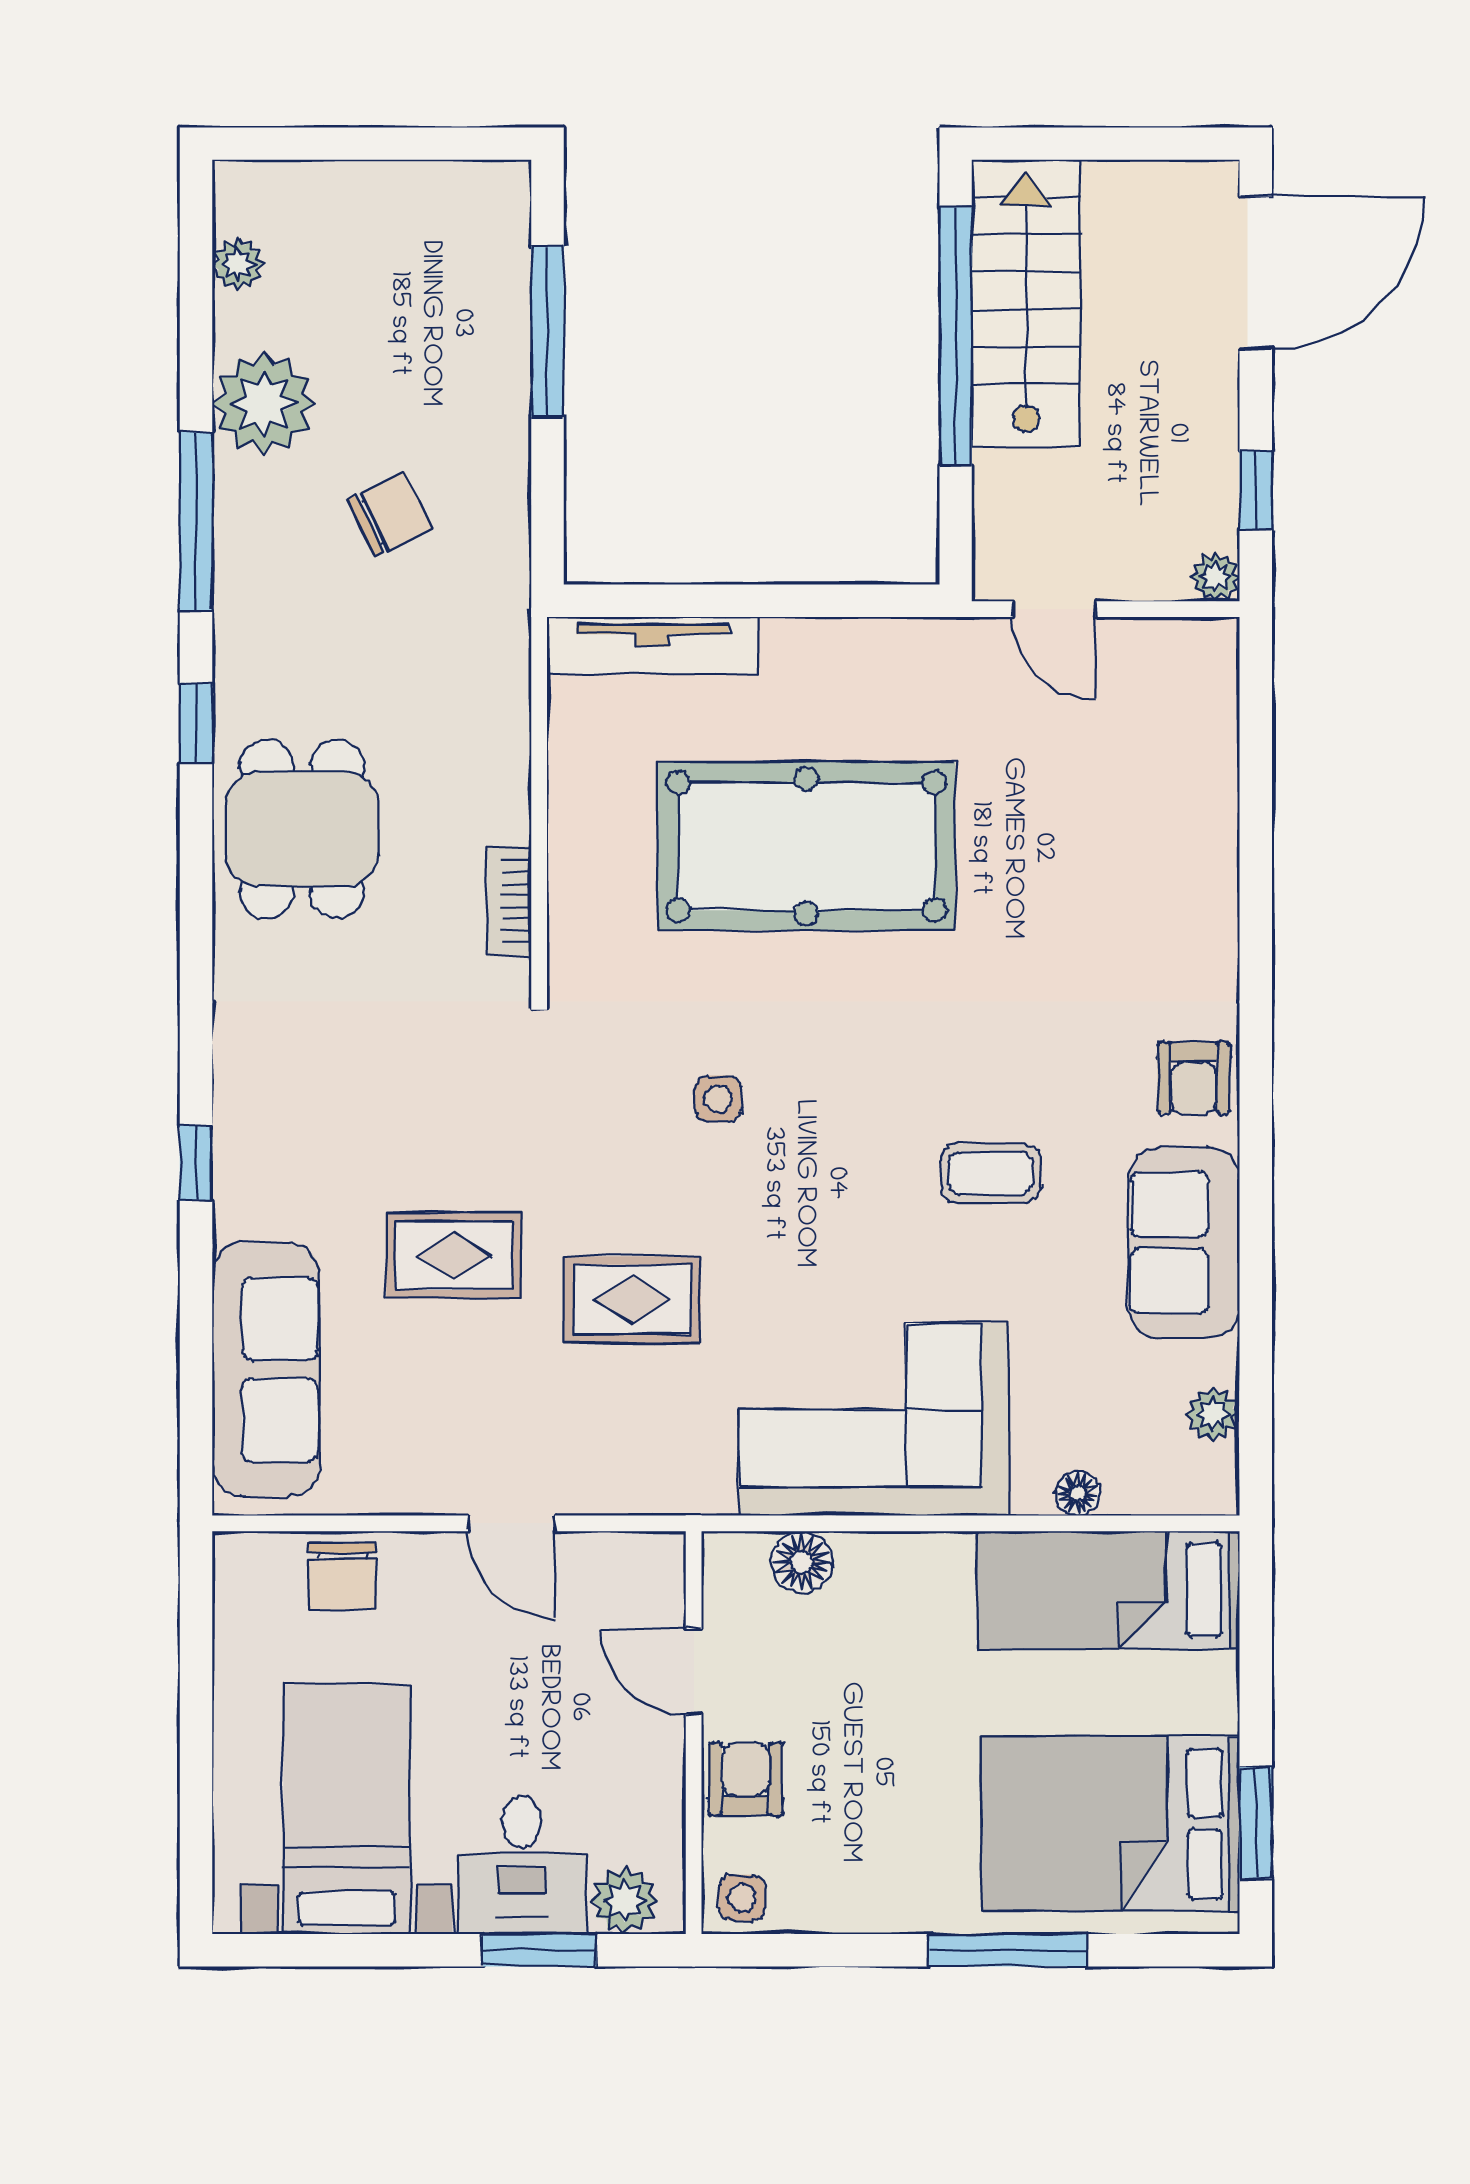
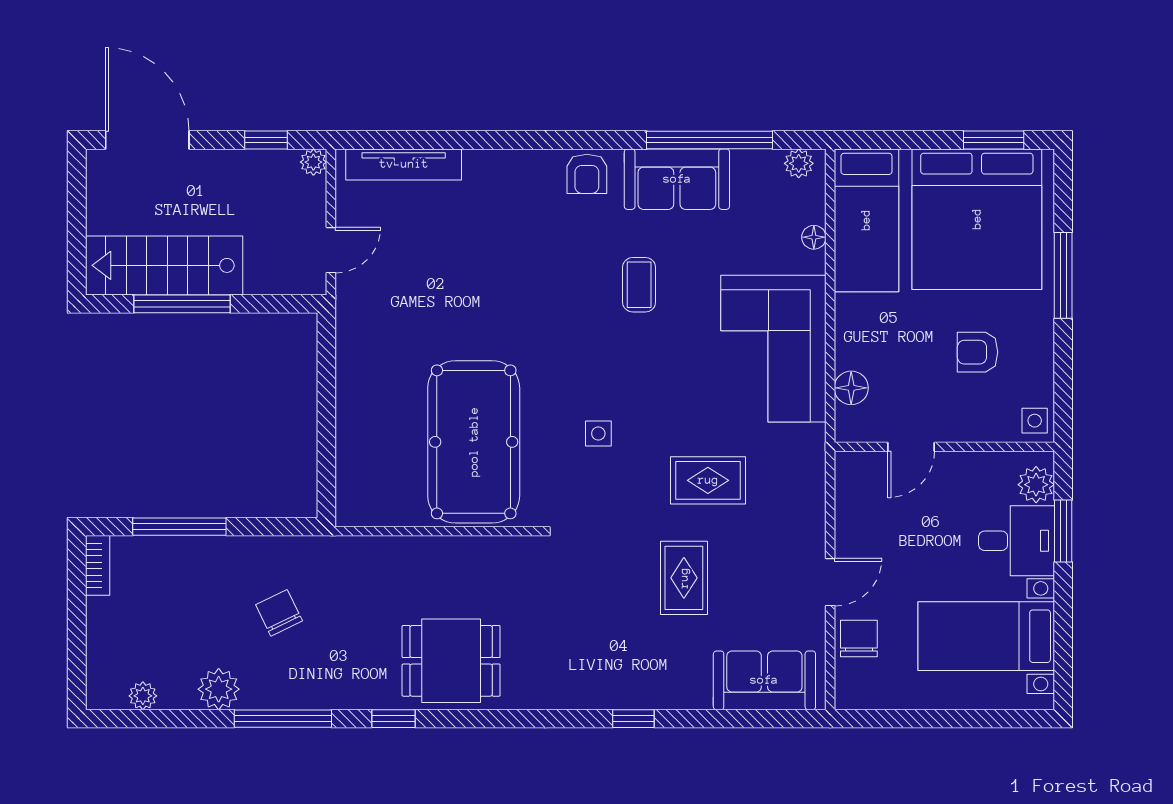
window: (956, 336) -> (182, 304), width x0.68
plant: (264, 404) -> (219, 689), width x0.73, depth x0.73
tv unit: (653, 646) -> (404, 164), moved, turned 90
pool table: (806, 846) -> (474, 442), moved
bookcase: (509, 901) -> (98, 565), moved, turned -90
armchair: (1194, 1078) -> (587, 174), turned 90
rug: (632, 1300) -> (708, 480), turned 90
window: (1256, 1303) -> (710, 140), added
sofa: (266, 1369) -> (764, 680), width x0.73
plant: (1213, 1414) -> (799, 163), moved
door: (511, 1523) -> (830, 582), moved
chair: (343, 1576) -> (859, 638), turned -90
armchair: (745, 1779) -> (978, 352), moved
bed: (1111, 1824) -> (977, 219), width x1.36

